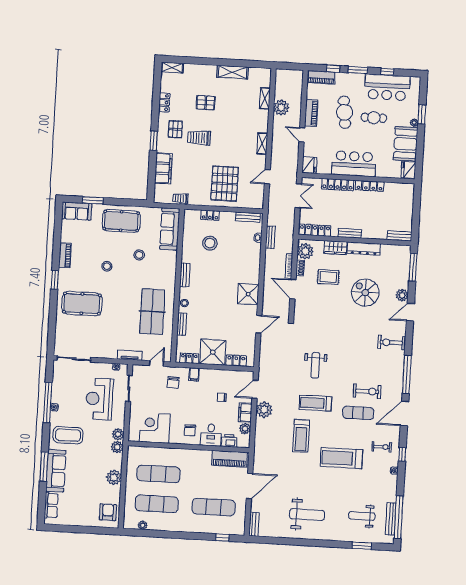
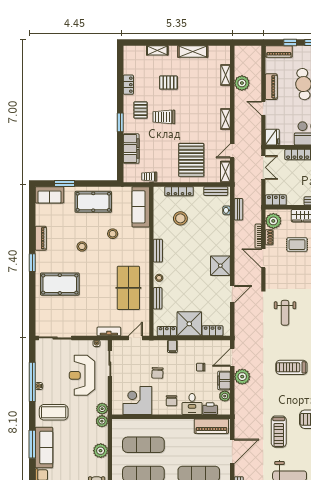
shelving: (172, 68) -> (157, 50), moved
shelving: (259, 198) -> (225, 172), added
locker: (210, 215) -> (179, 191), width x1.53
locker: (315, 230) -> (276, 200), width x0.66
weight bench: (315, 365) -> (285, 313), moved
chair: (173, 382) -> (157, 373), moved
treadmill: (301, 436) -> (279, 432), moved

